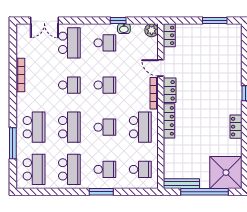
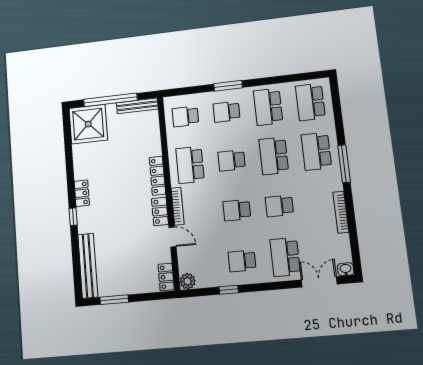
washbasin: (124, 29) -> (346, 269), moved
bench: (235, 51) -> (88, 266), added
locker: (236, 127) -> (82, 193), moved
window: (13, 143) -> (344, 164), moved

